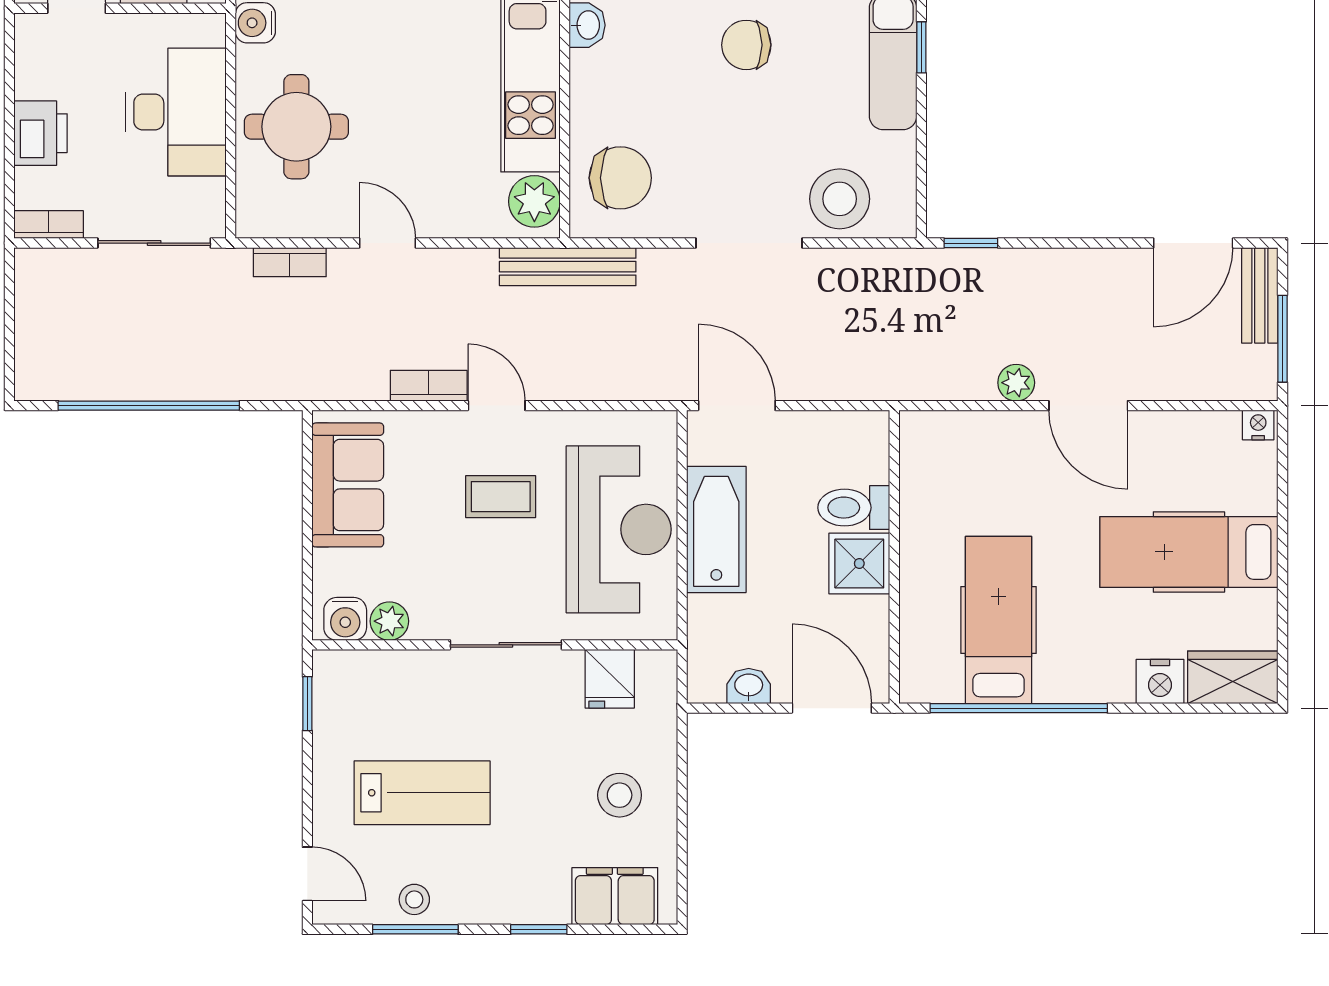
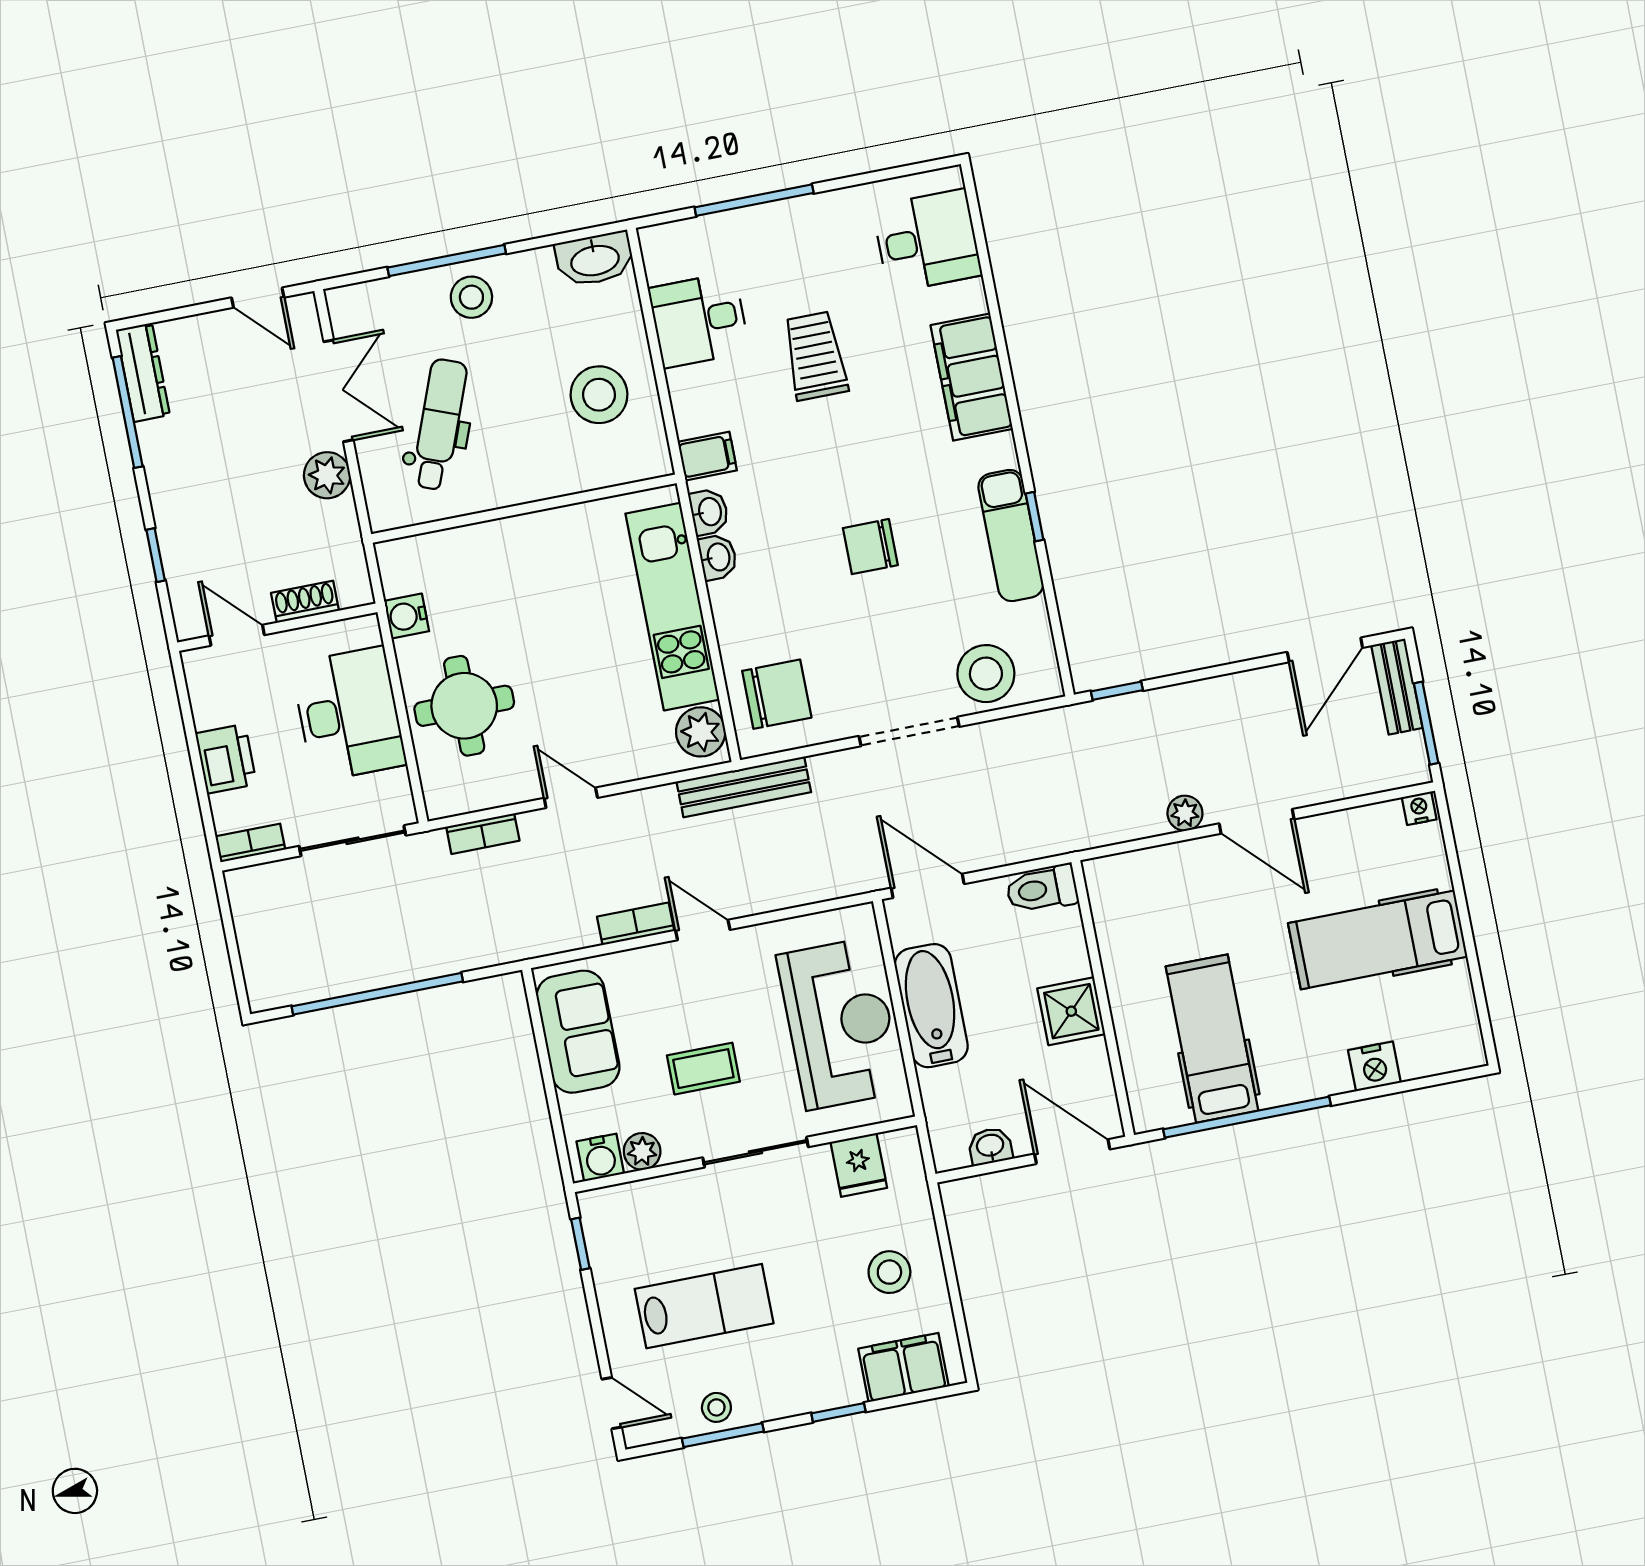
coffee table: (501, 497) -> (703, 1069), moved
toilet: (854, 508) -> (1042, 889), moved
wardrobe: (1233, 677) -> (1442, 1049), removed

